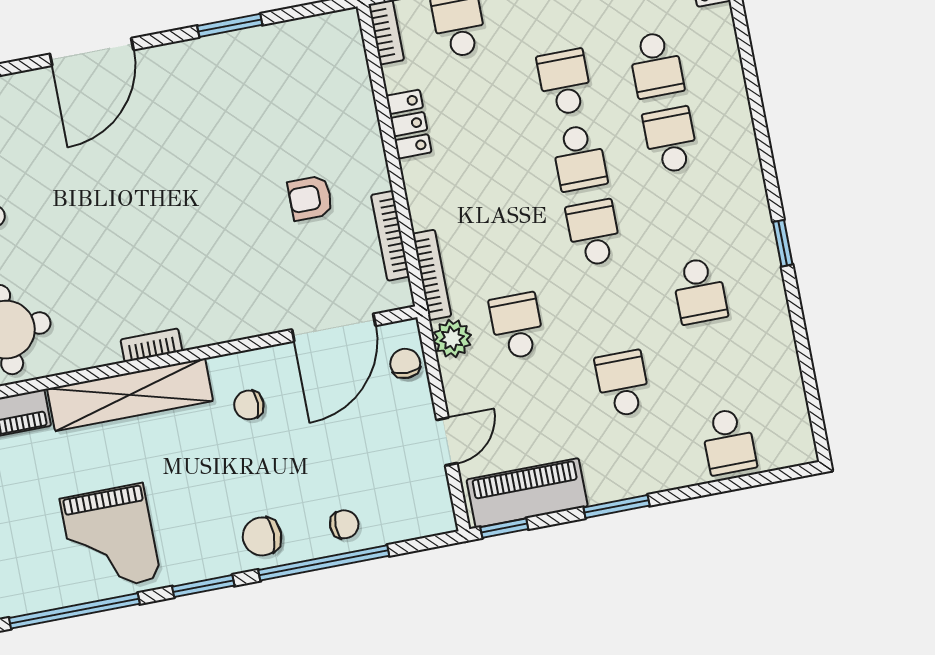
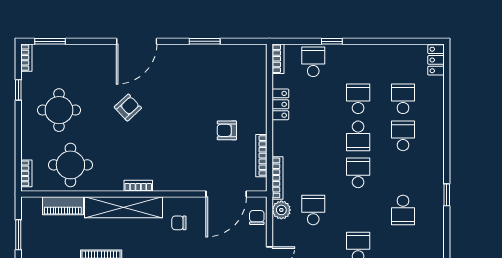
school desk: (656, 65) -> (403, 99), turned 180
armchair: (100, 190) -> (128, 108), added

